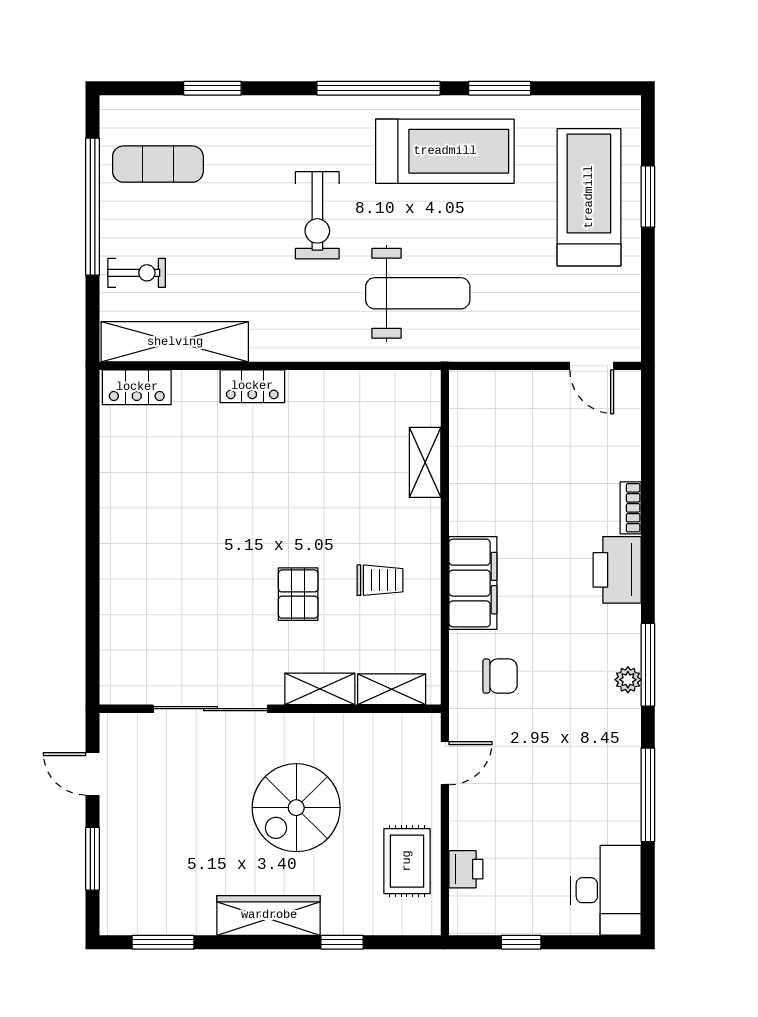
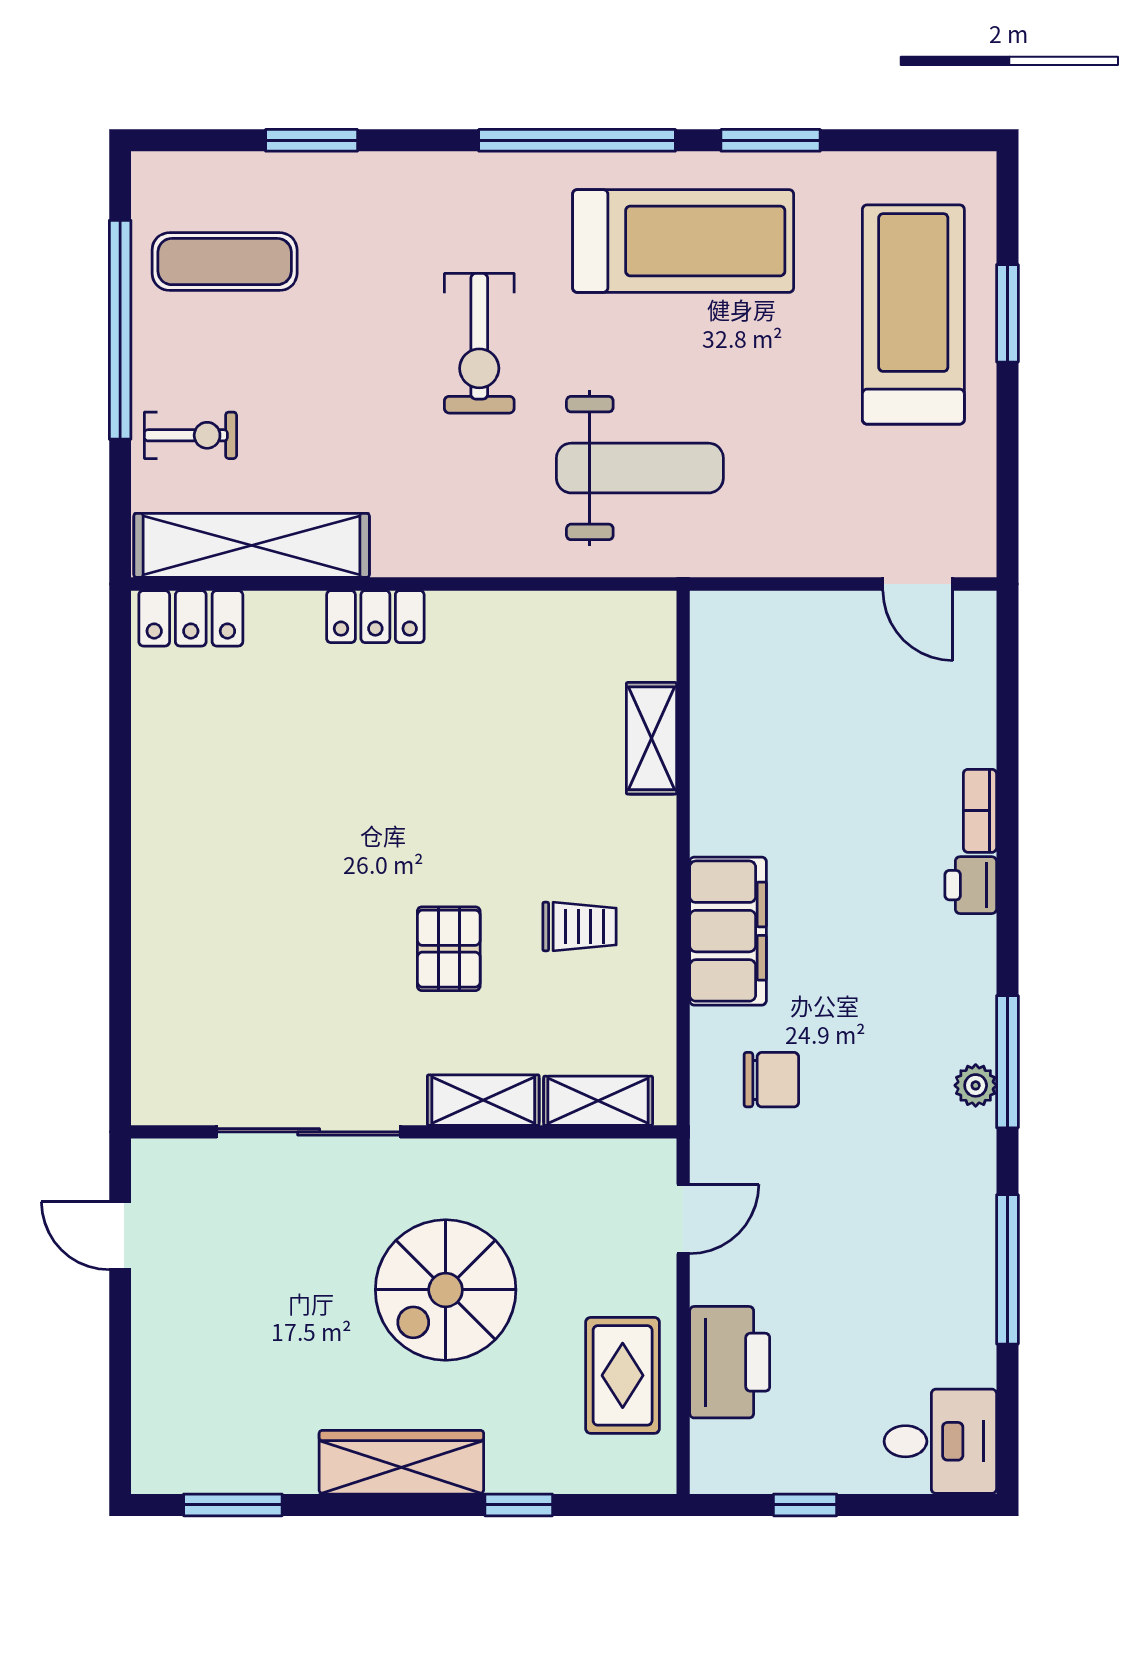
printer: (617, 570) -> (971, 885), width x0.53, depth x0.68
window: (93, 859) -> (120, 1371), removed
printer: (466, 869) -> (730, 1362), width x1.87, depth x1.48
desk: (606, 890) -> (940, 1441), width x0.73

